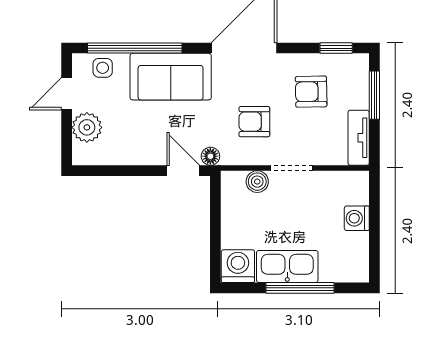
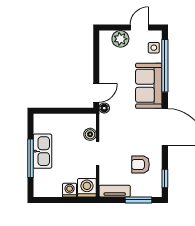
armchair: (311, 92) -> (140, 164), turned -89
door: (67, 94) -> (139, 28), hinge flipped
armchair: (254, 122) -> (124, 133), removed
washing machine: (238, 266) -> (87, 188), moved, turned -90

